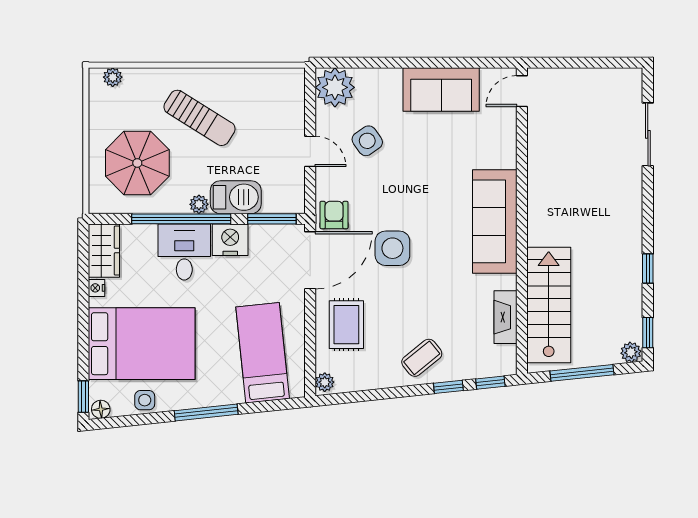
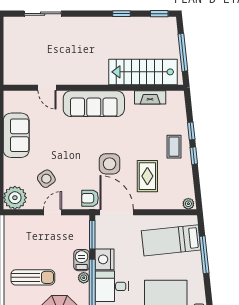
door: (522, 91) -> (47, 88), moved
sun lounger: (199, 118) -> (33, 277), turned 58
barbecue: (236, 197) -> (82, 260), width x0.73, depth x0.79
rug: (346, 325) -> (147, 176), moved, turned 90
plant: (631, 352) -> (171, 24), removed
coffee table: (422, 358) -> (174, 147), turned 39
window: (490, 383) -> (194, 156), moved
window: (206, 412) -> (204, 255), moved

